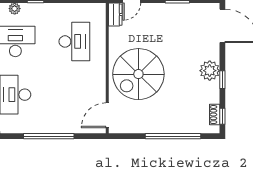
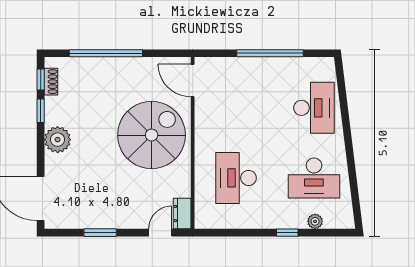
window: (222, 80) -> (41, 111), moved
door: (107, 115) -> (193, 81), swing flipped

